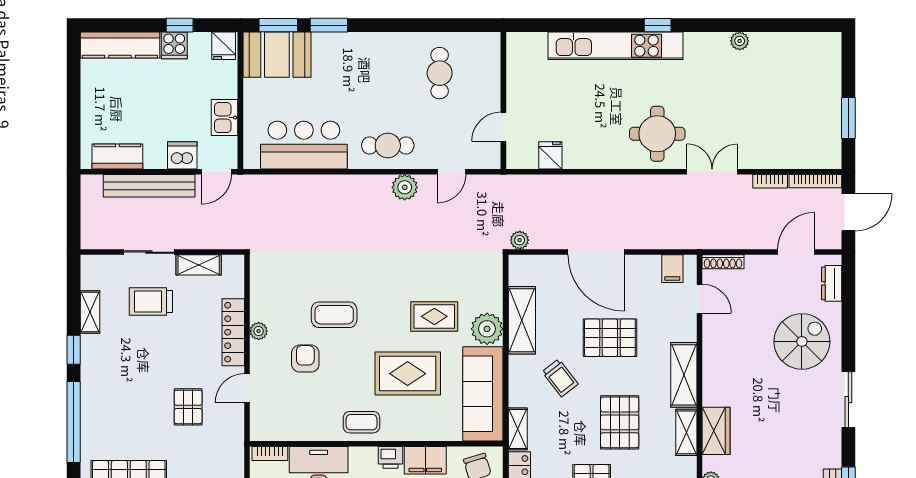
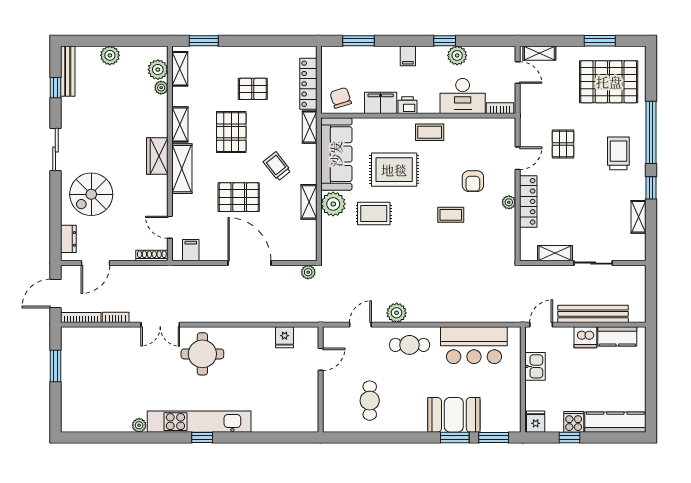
kitchen unit: (616, 46) -> (199, 422), moved
booth: (277, 55) -> (454, 415), moved
dishwasher: (182, 155) -> (585, 337), moved
trolley: (151, 302) -> (618, 153), moved, turned -90
coffee table: (334, 315) -> (451, 215), width x0.73, depth x0.77
shelving: (522, 320) -> (309, 202), width x0.67, depth x0.75
wardrobe: (716, 431) -> (157, 156), moved

